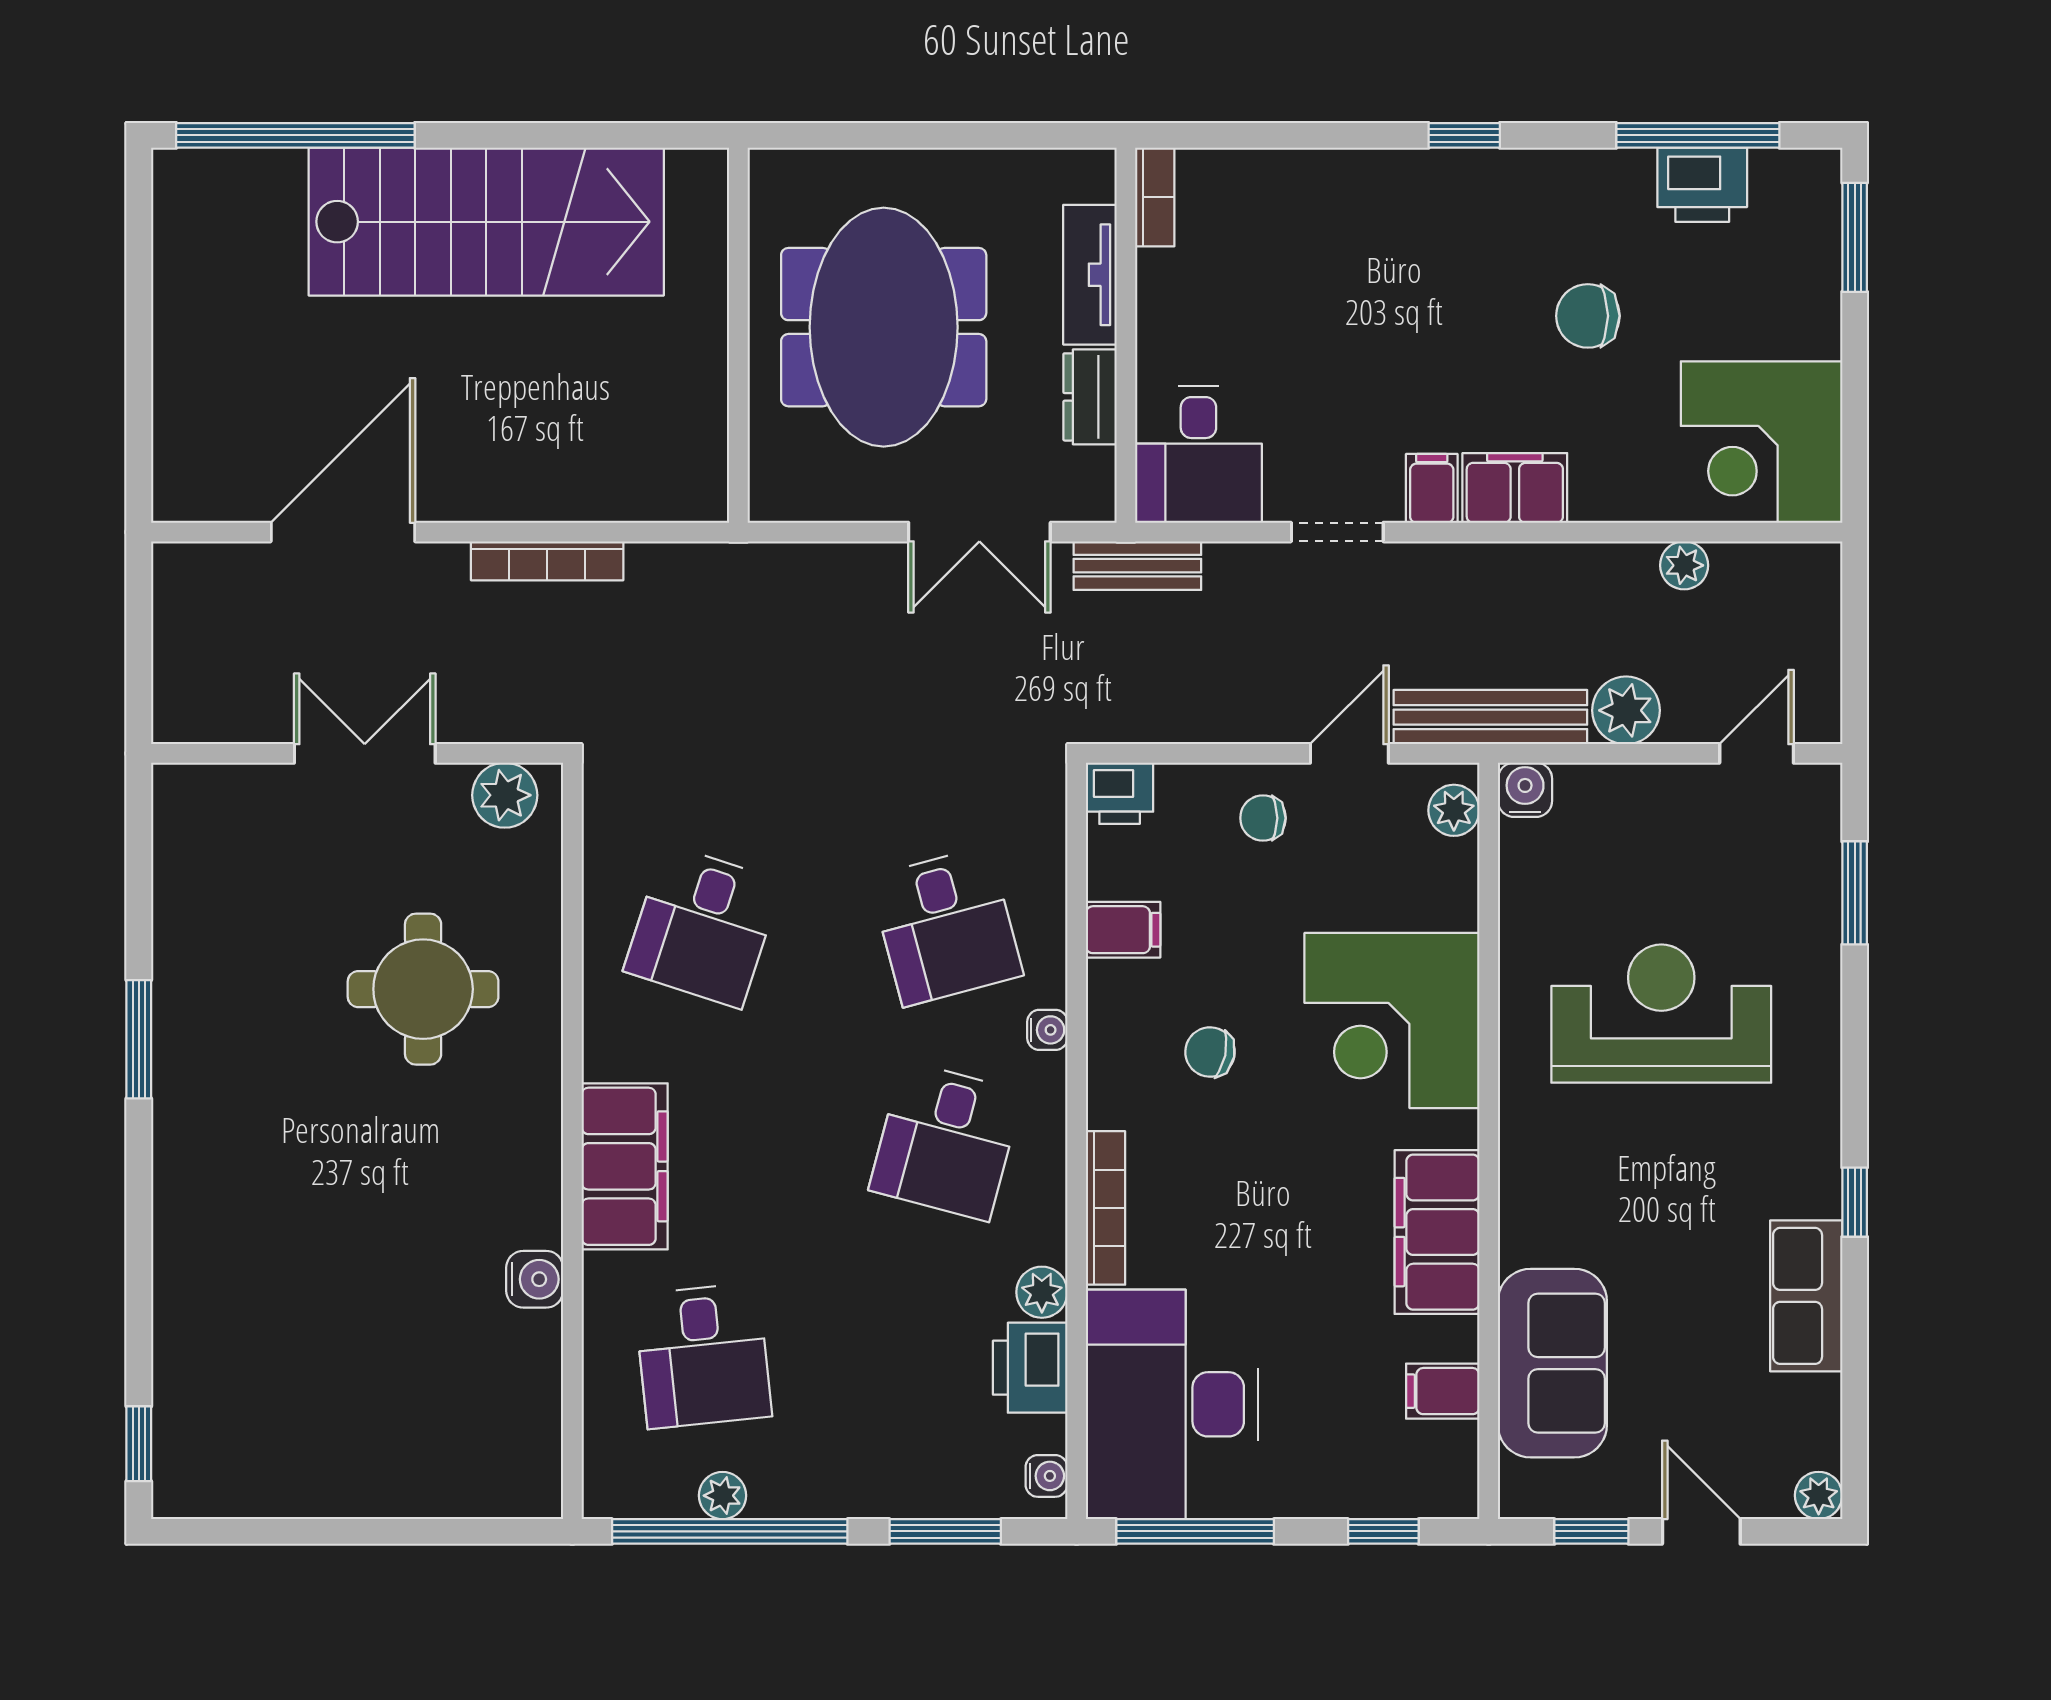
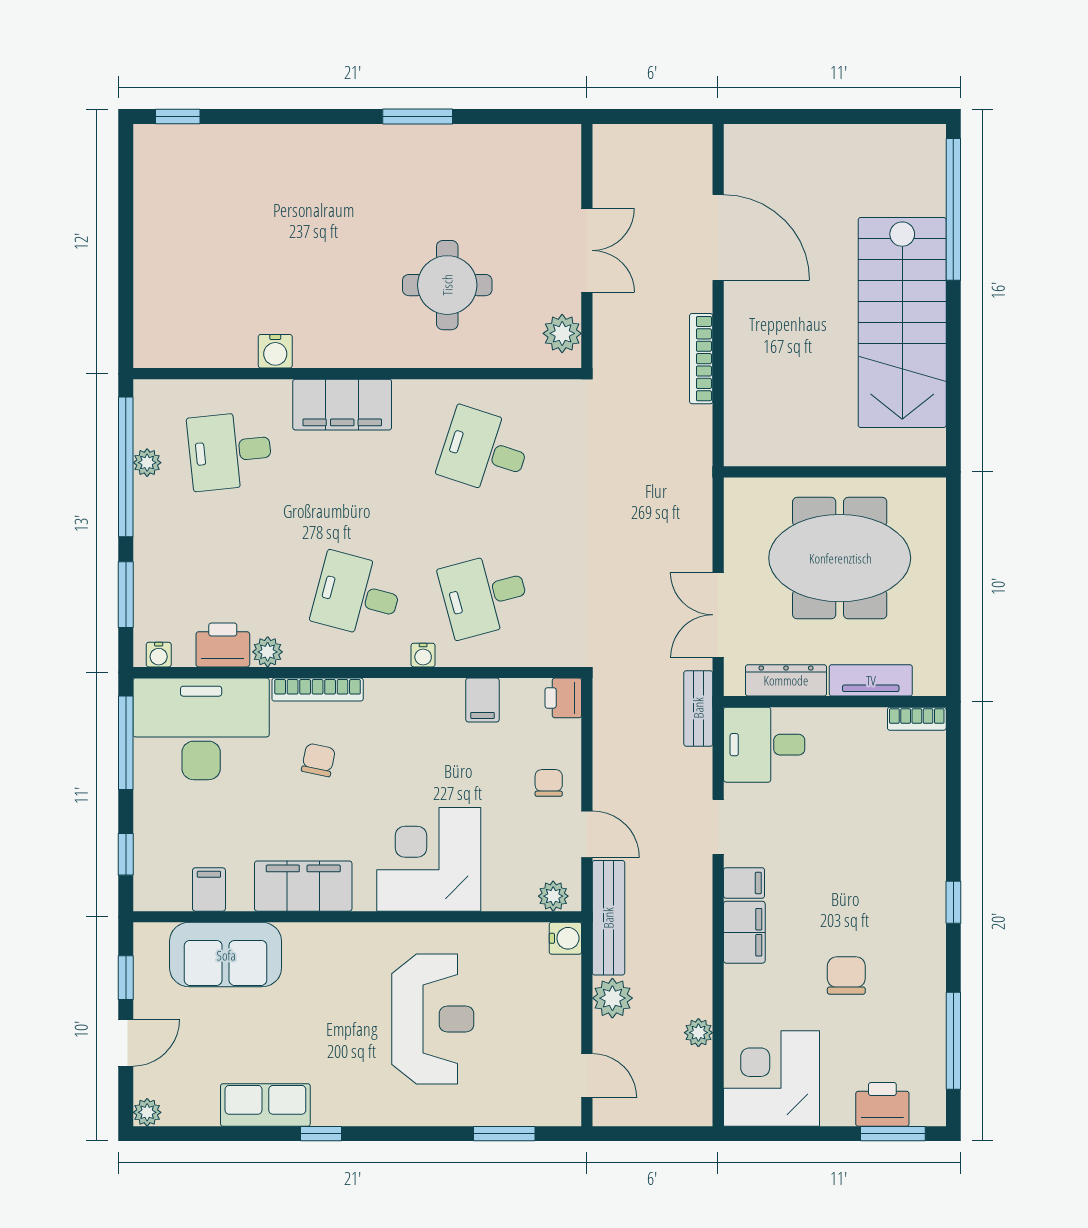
printer: (1702, 185) -> (882, 1104), moved, turned 90
dresser: (1090, 397) -> (786, 680), width x1.44
chair: (1210, 1052) -> (318, 760), moved

